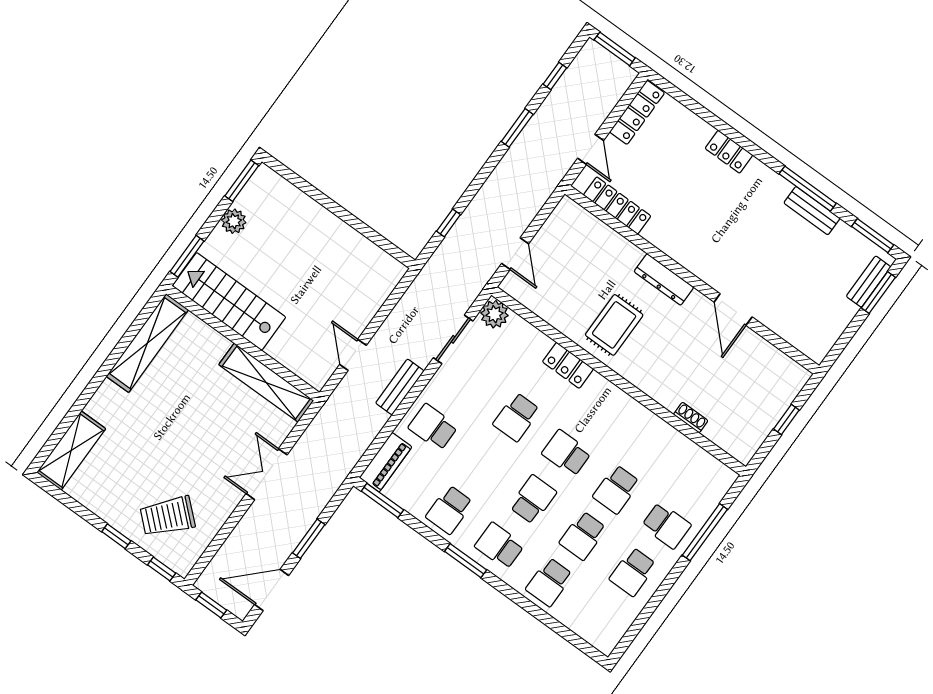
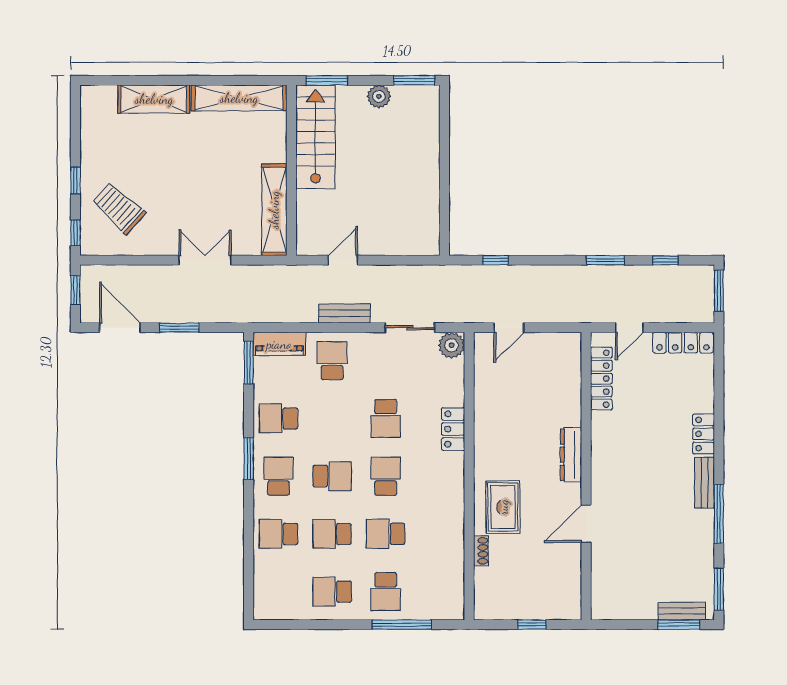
bench: (812, 211) -> (704, 483), moved
rug: (614, 325) -> (503, 507), moved, turned 90
school desk: (516, 417) -> (386, 418), turned -90
shelving: (71, 451) -> (154, 99), moved

